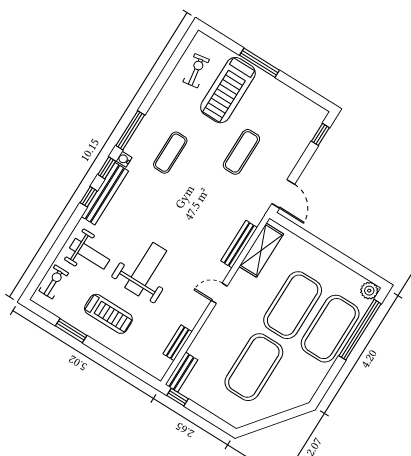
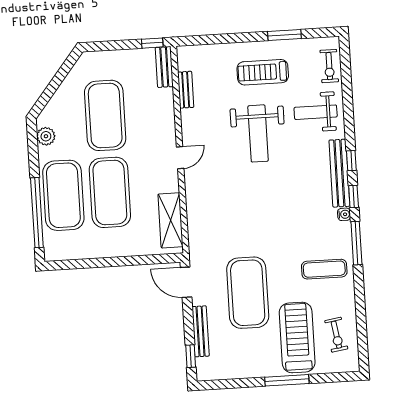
exercise mat: (241, 152) -> (248, 293), width x2.00, depth x1.45
exercise mat: (170, 153) -> (324, 269), moved, turned 90
bench: (239, 244) -> (201, 331), moved
plant: (369, 291) -> (46, 136), moved

